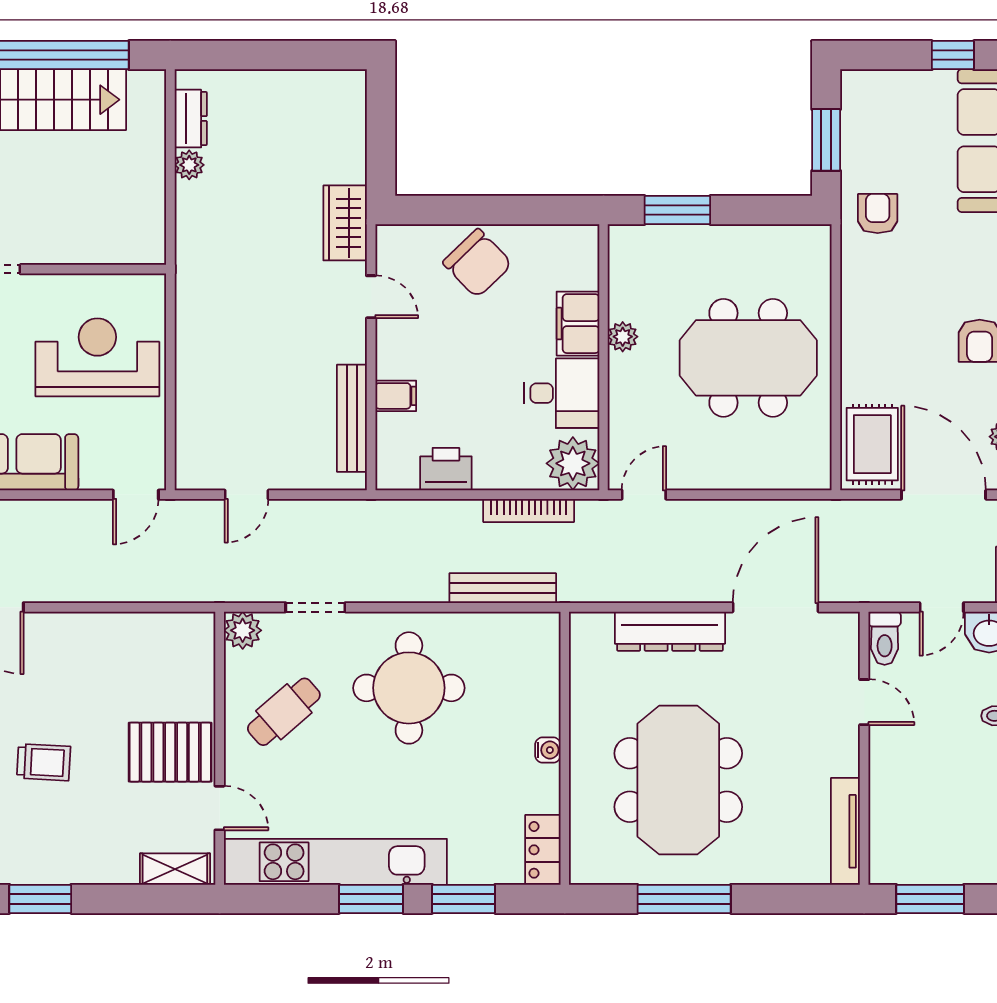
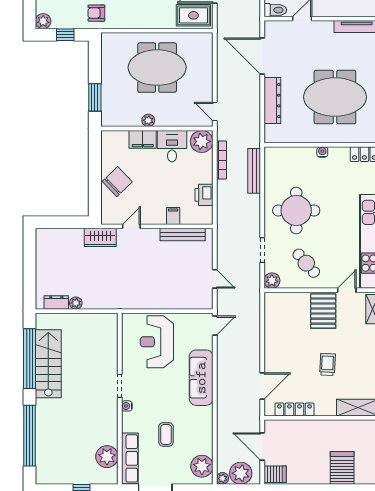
plant: (858, 87) -> (43, 21), added
window: (826, 140) -> (65, 35), width x0.67
meeting table: (748, 358) -> (157, 68), turned 90
door: (136, 495) -> (215, 326), hinge flipped

